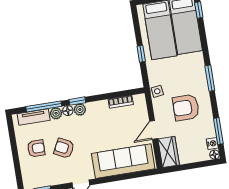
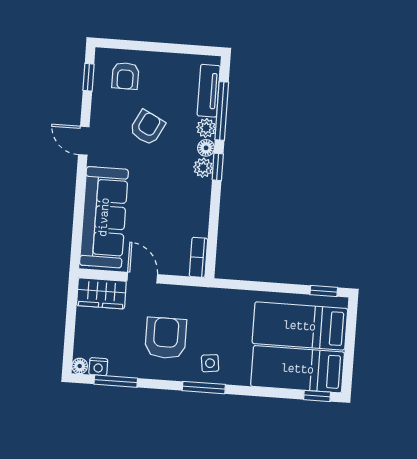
window: (141, 54) -> (324, 291), moved
side table: (157, 91) -> (210, 363), moved
bookcase: (121, 102) -> (198, 257), moved
armchair: (36, 148) -> (125, 76), moved

